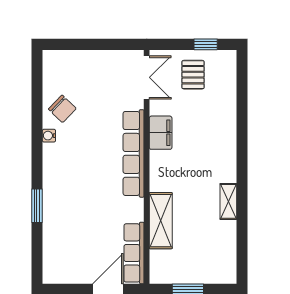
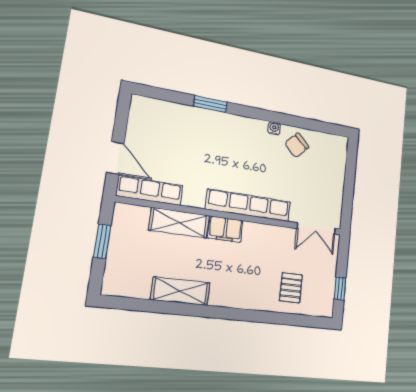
pallet: (193, 75) -> (291, 288), moved, turned 90
filing cabinet: (161, 133) -> (225, 229), moved
shelving: (228, 201) -> (181, 291), width x1.50, depth x1.33

